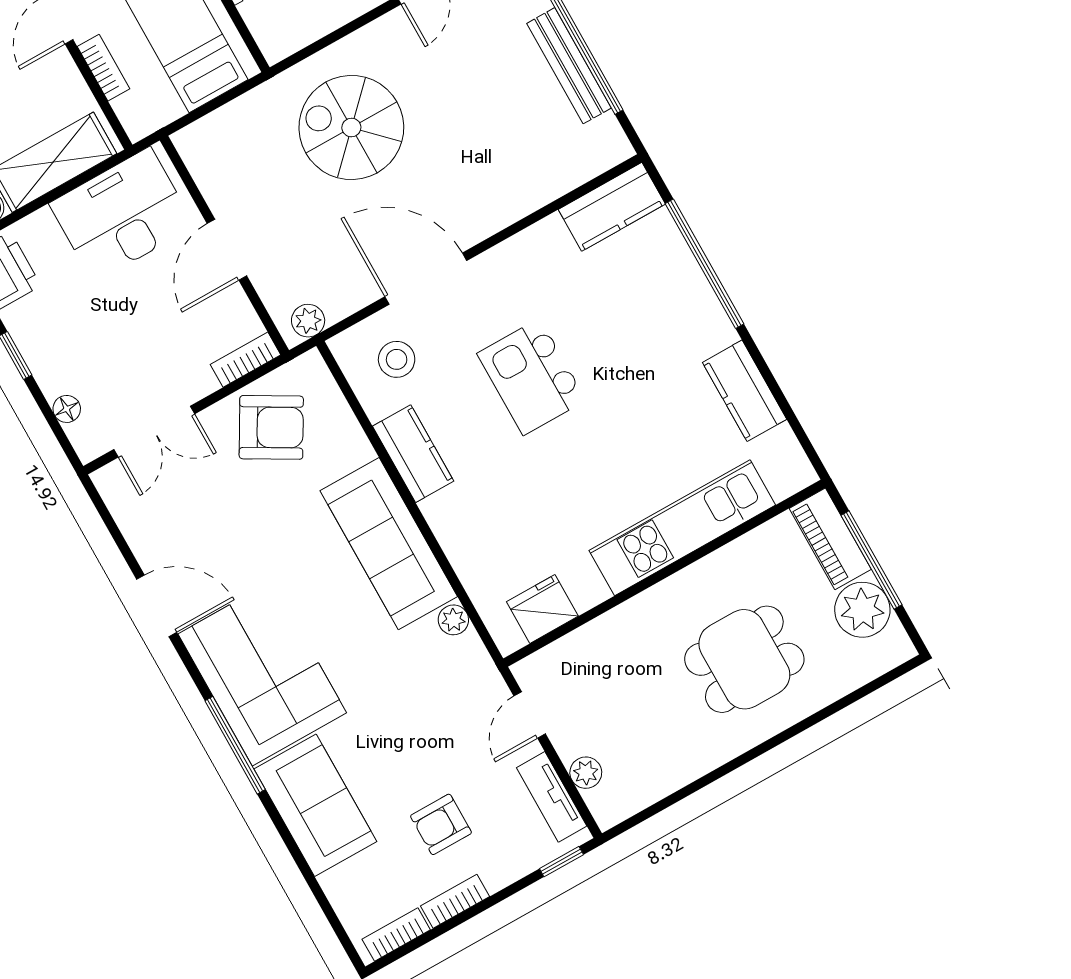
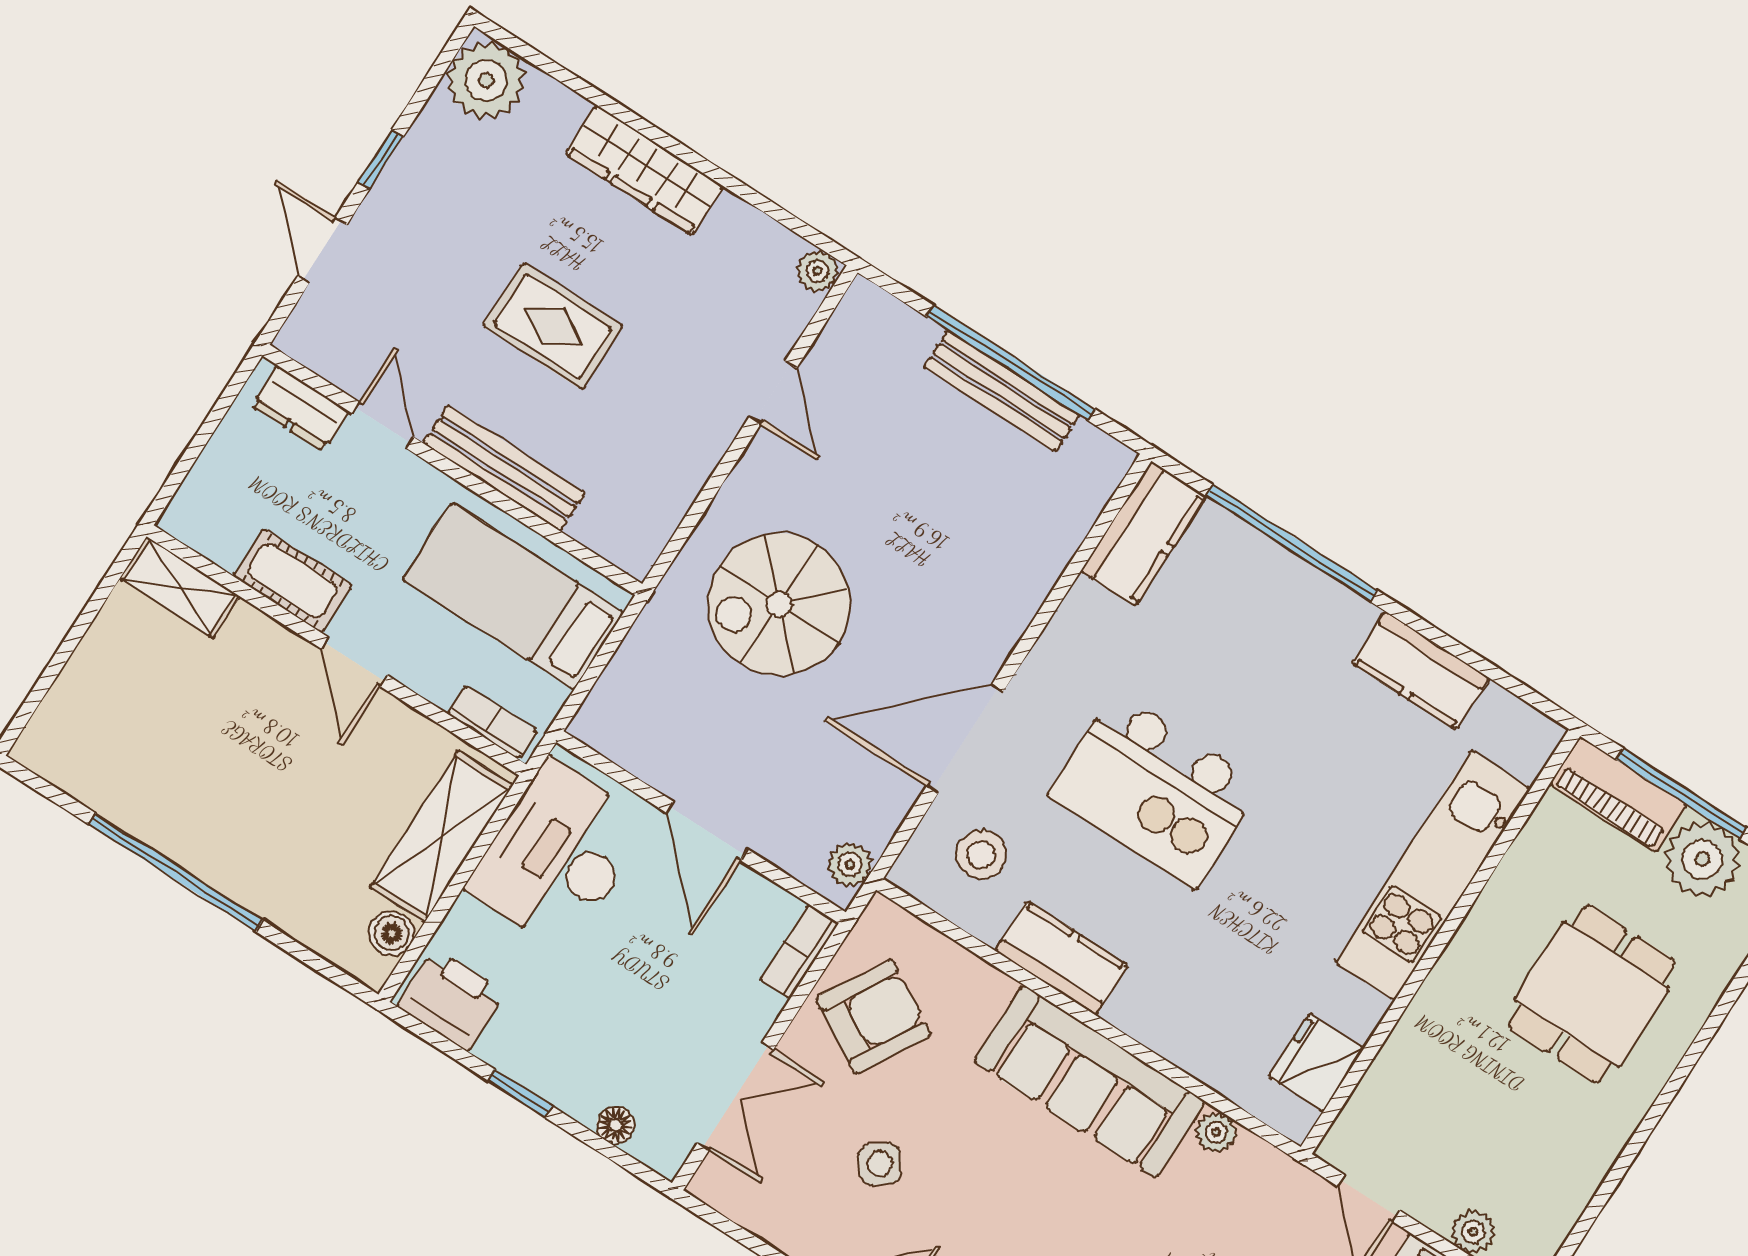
bookcase: (103, 68) -> (492, 722), moved
kitchen island: (531, 377) -> (1155, 790), width x1.37, depth x1.28
side table: (225, 525) -> (880, 1164), added

